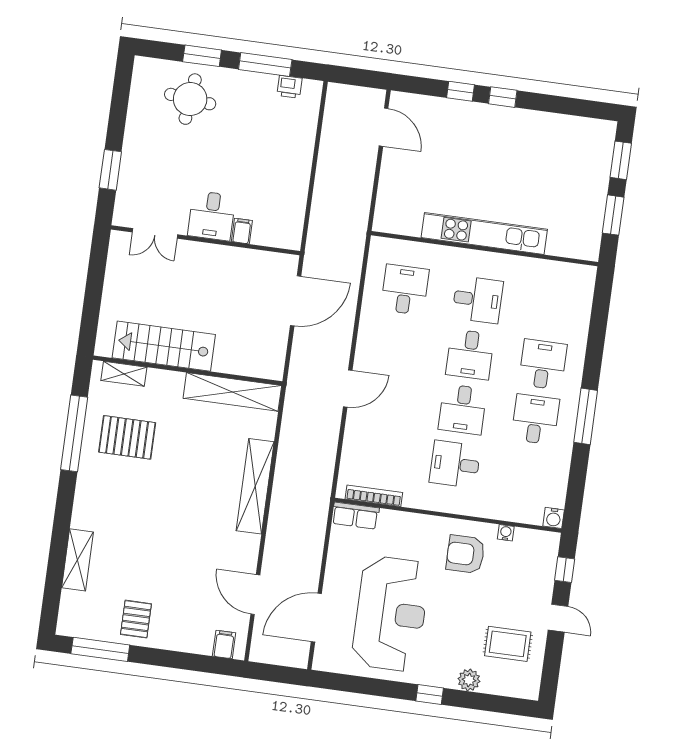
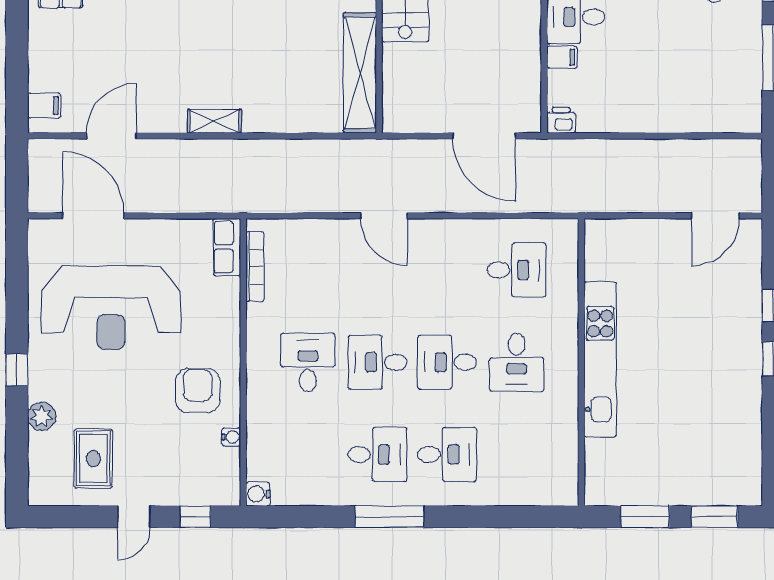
printer: (289, 87) -> (561, 120), moved, turned 90
shelving: (255, 486) -> (214, 121), width x0.45, depth x0.75

